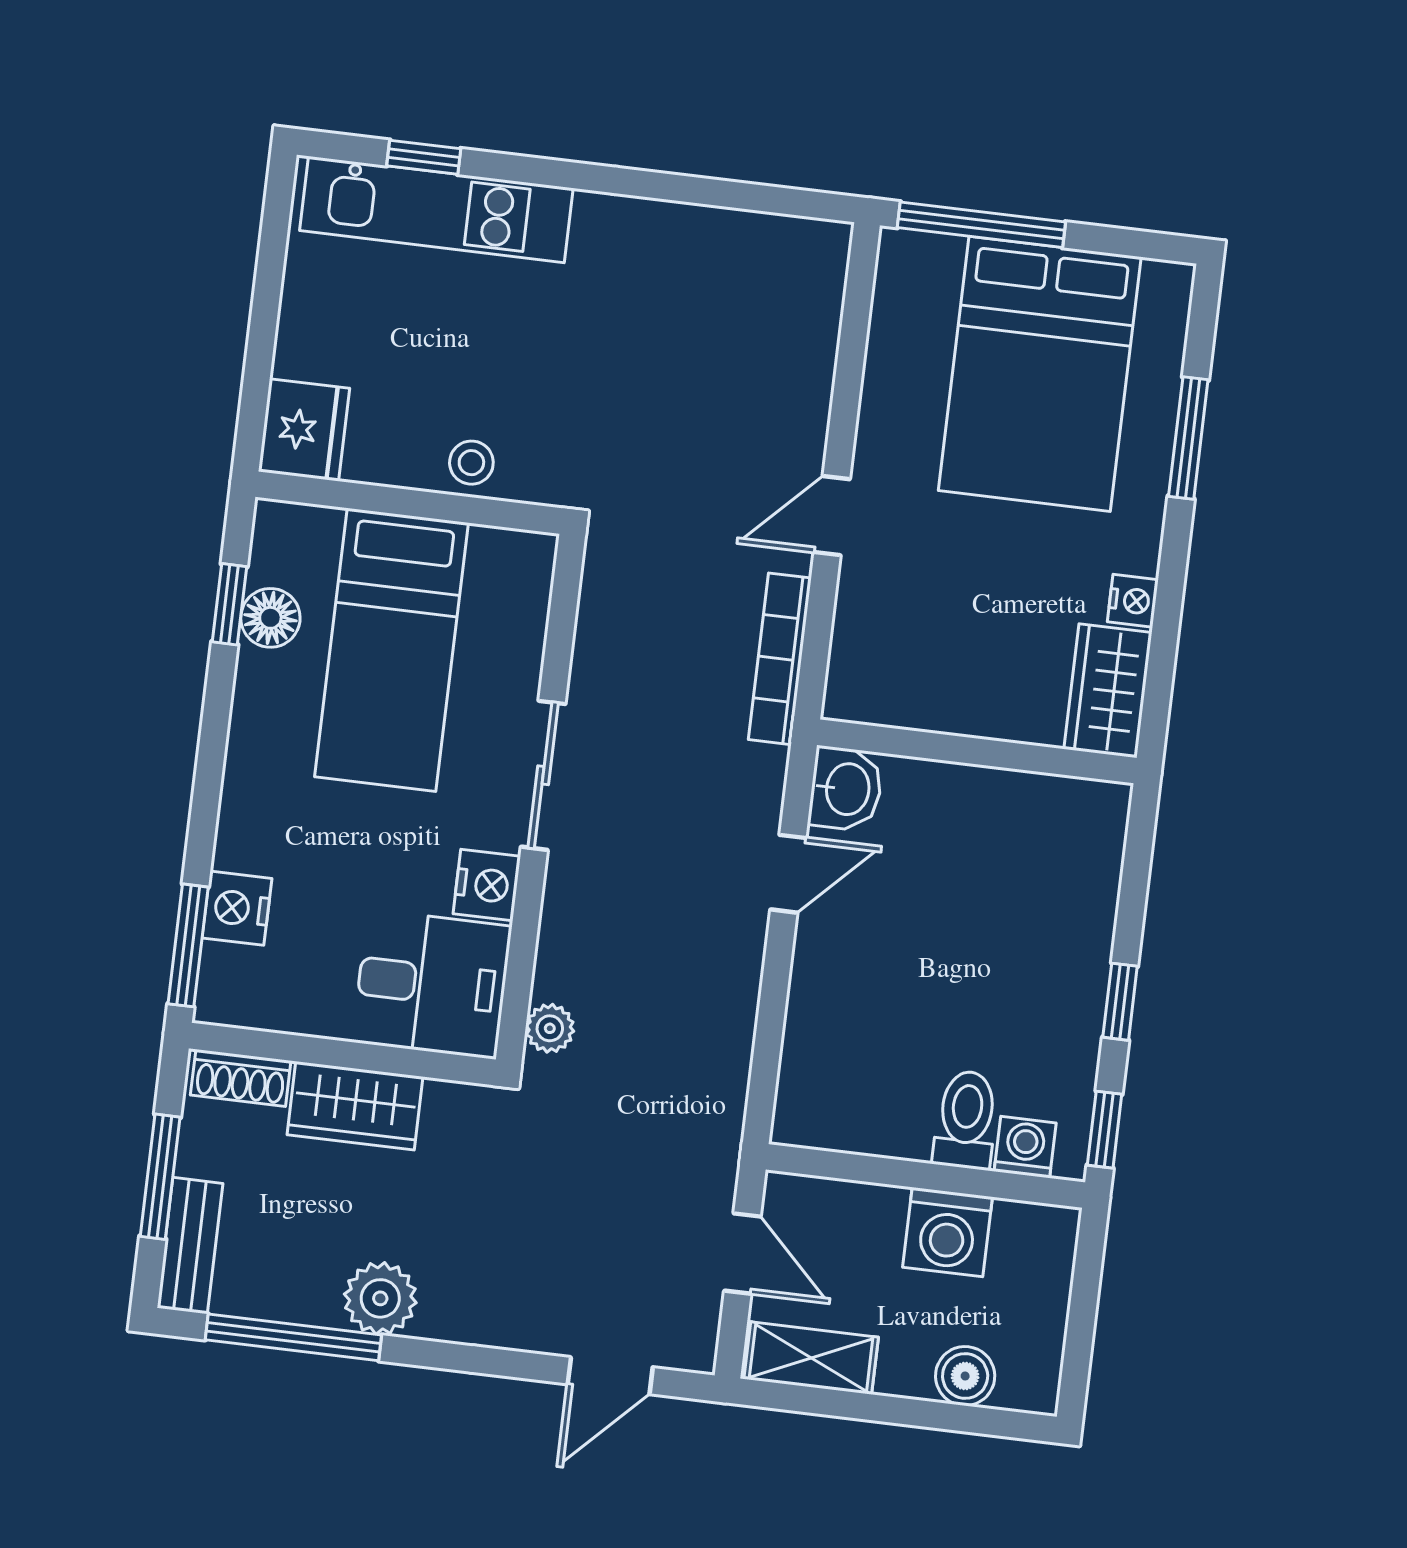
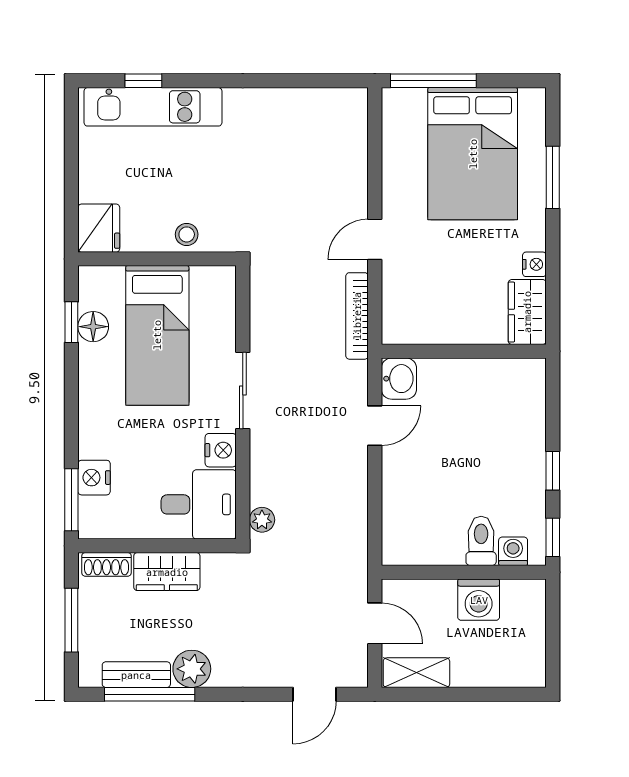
bench: (190, 1246) -> (136, 675), moved, turned 90
boiler: (965, 1376) -> (497, 672), removed

